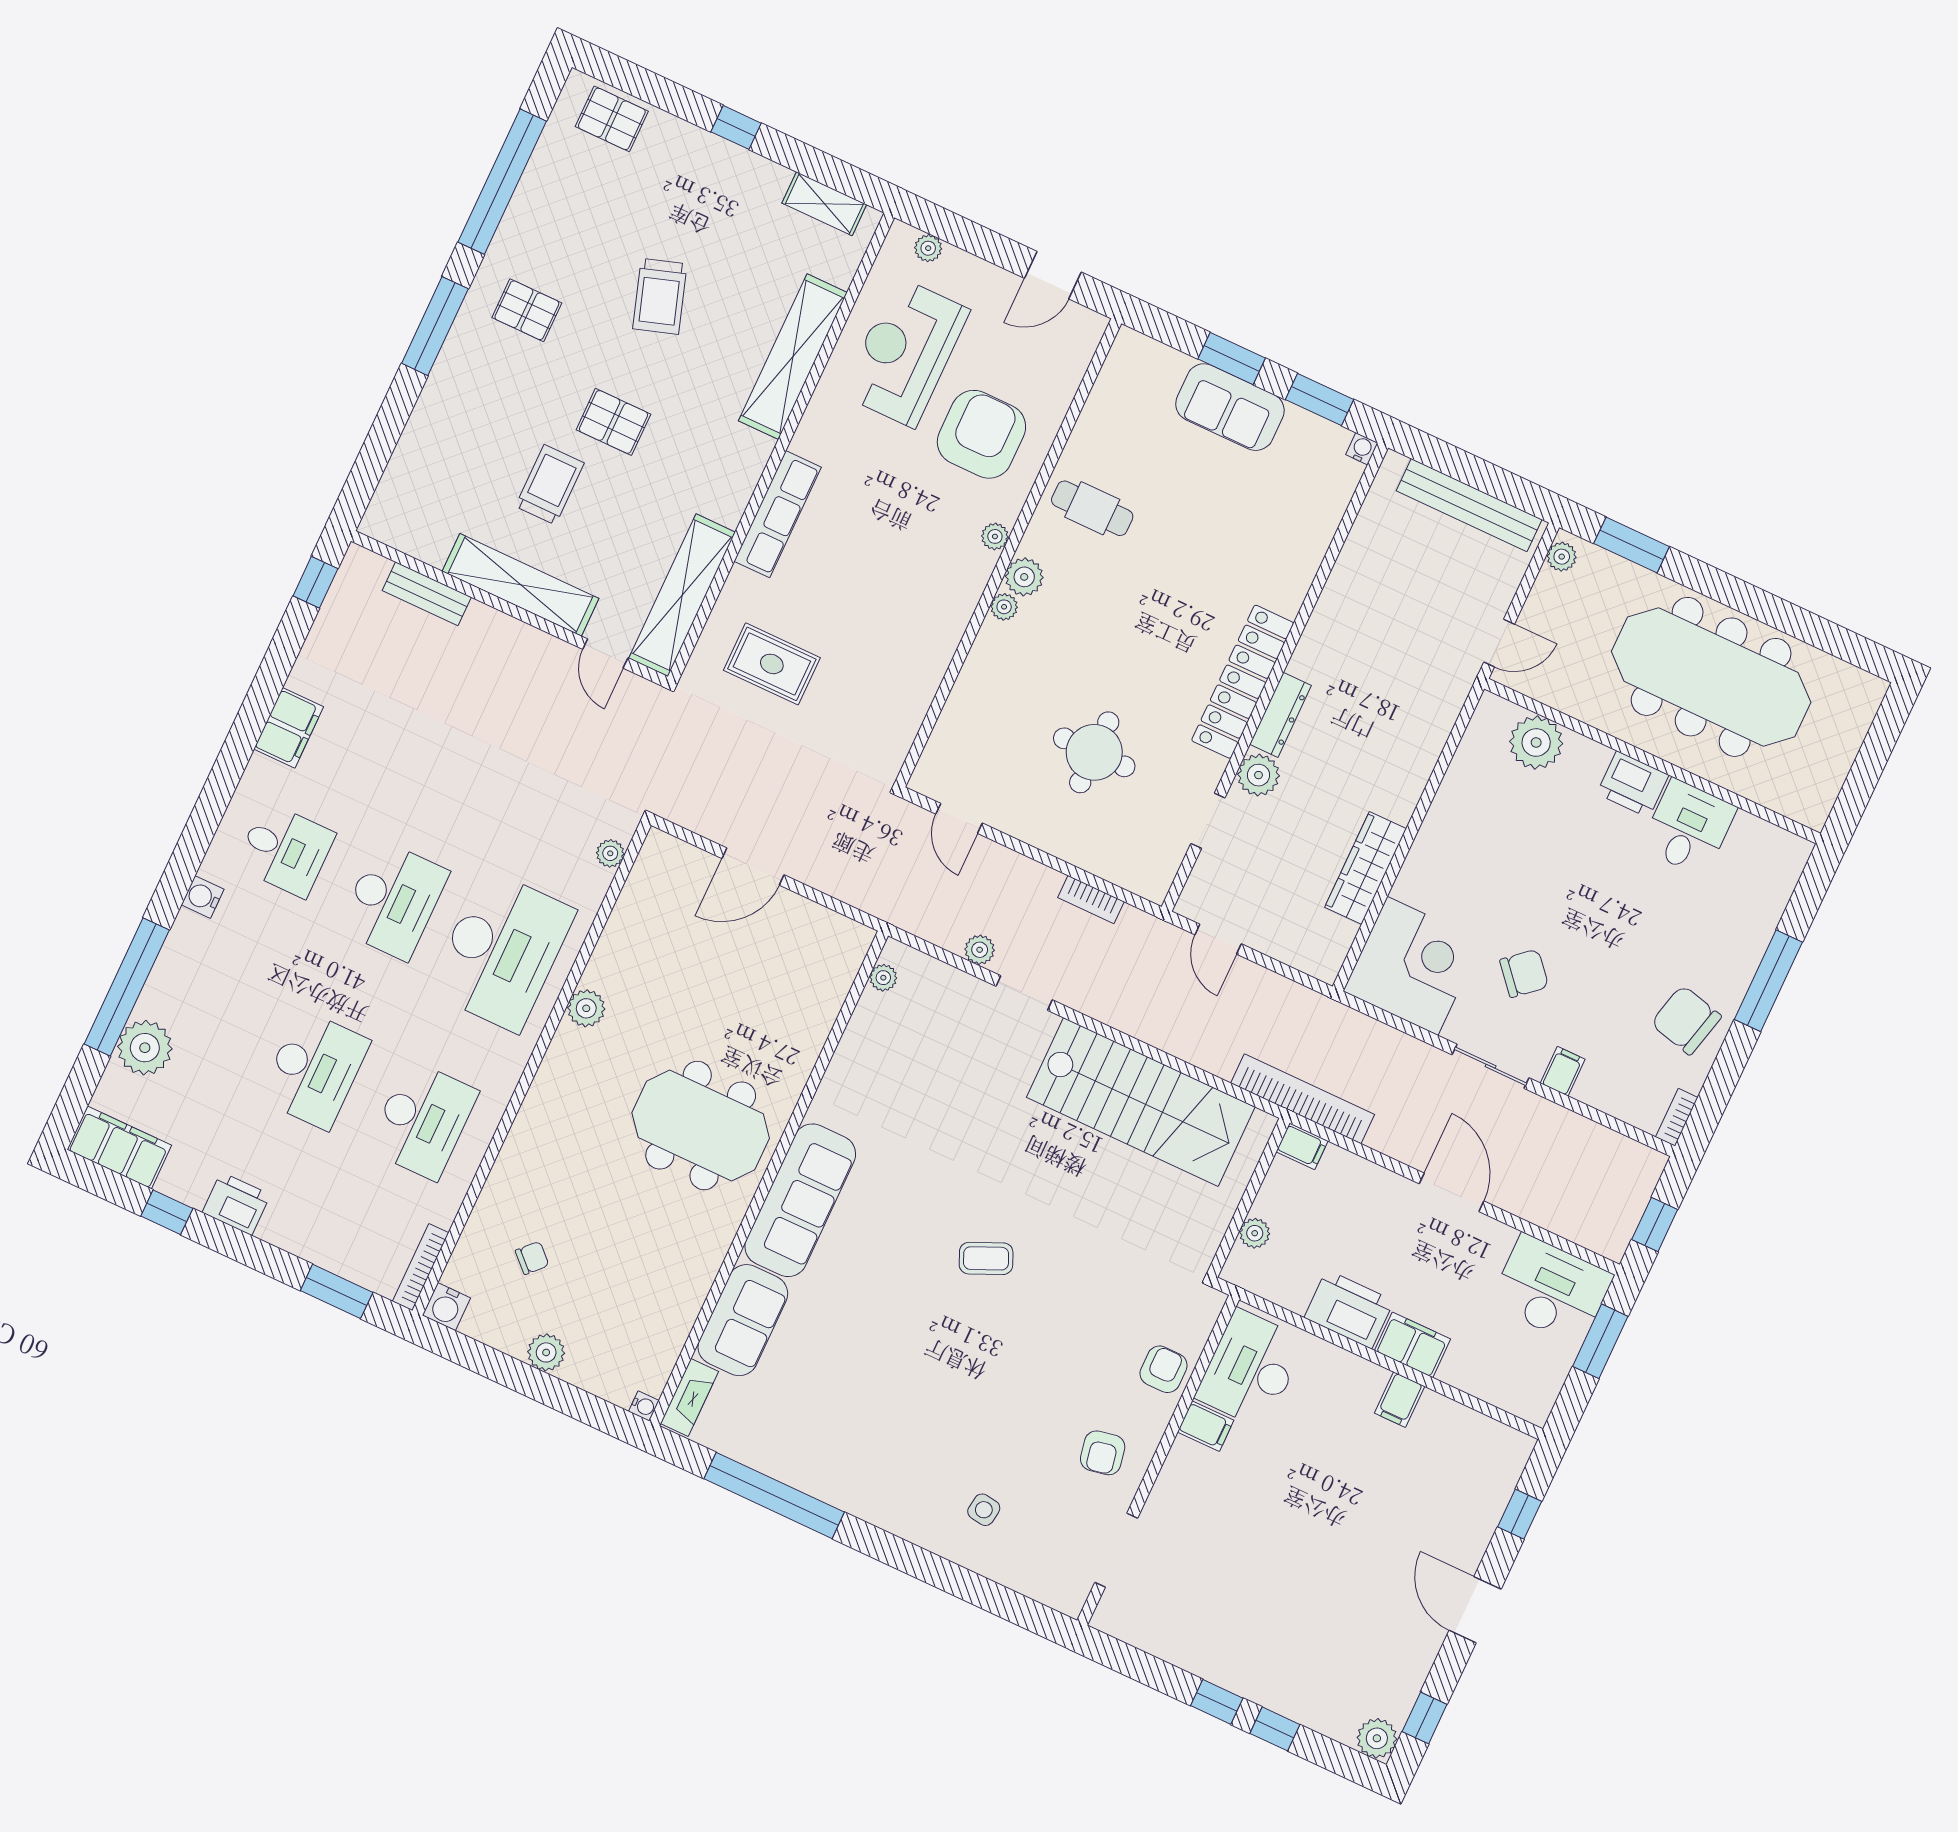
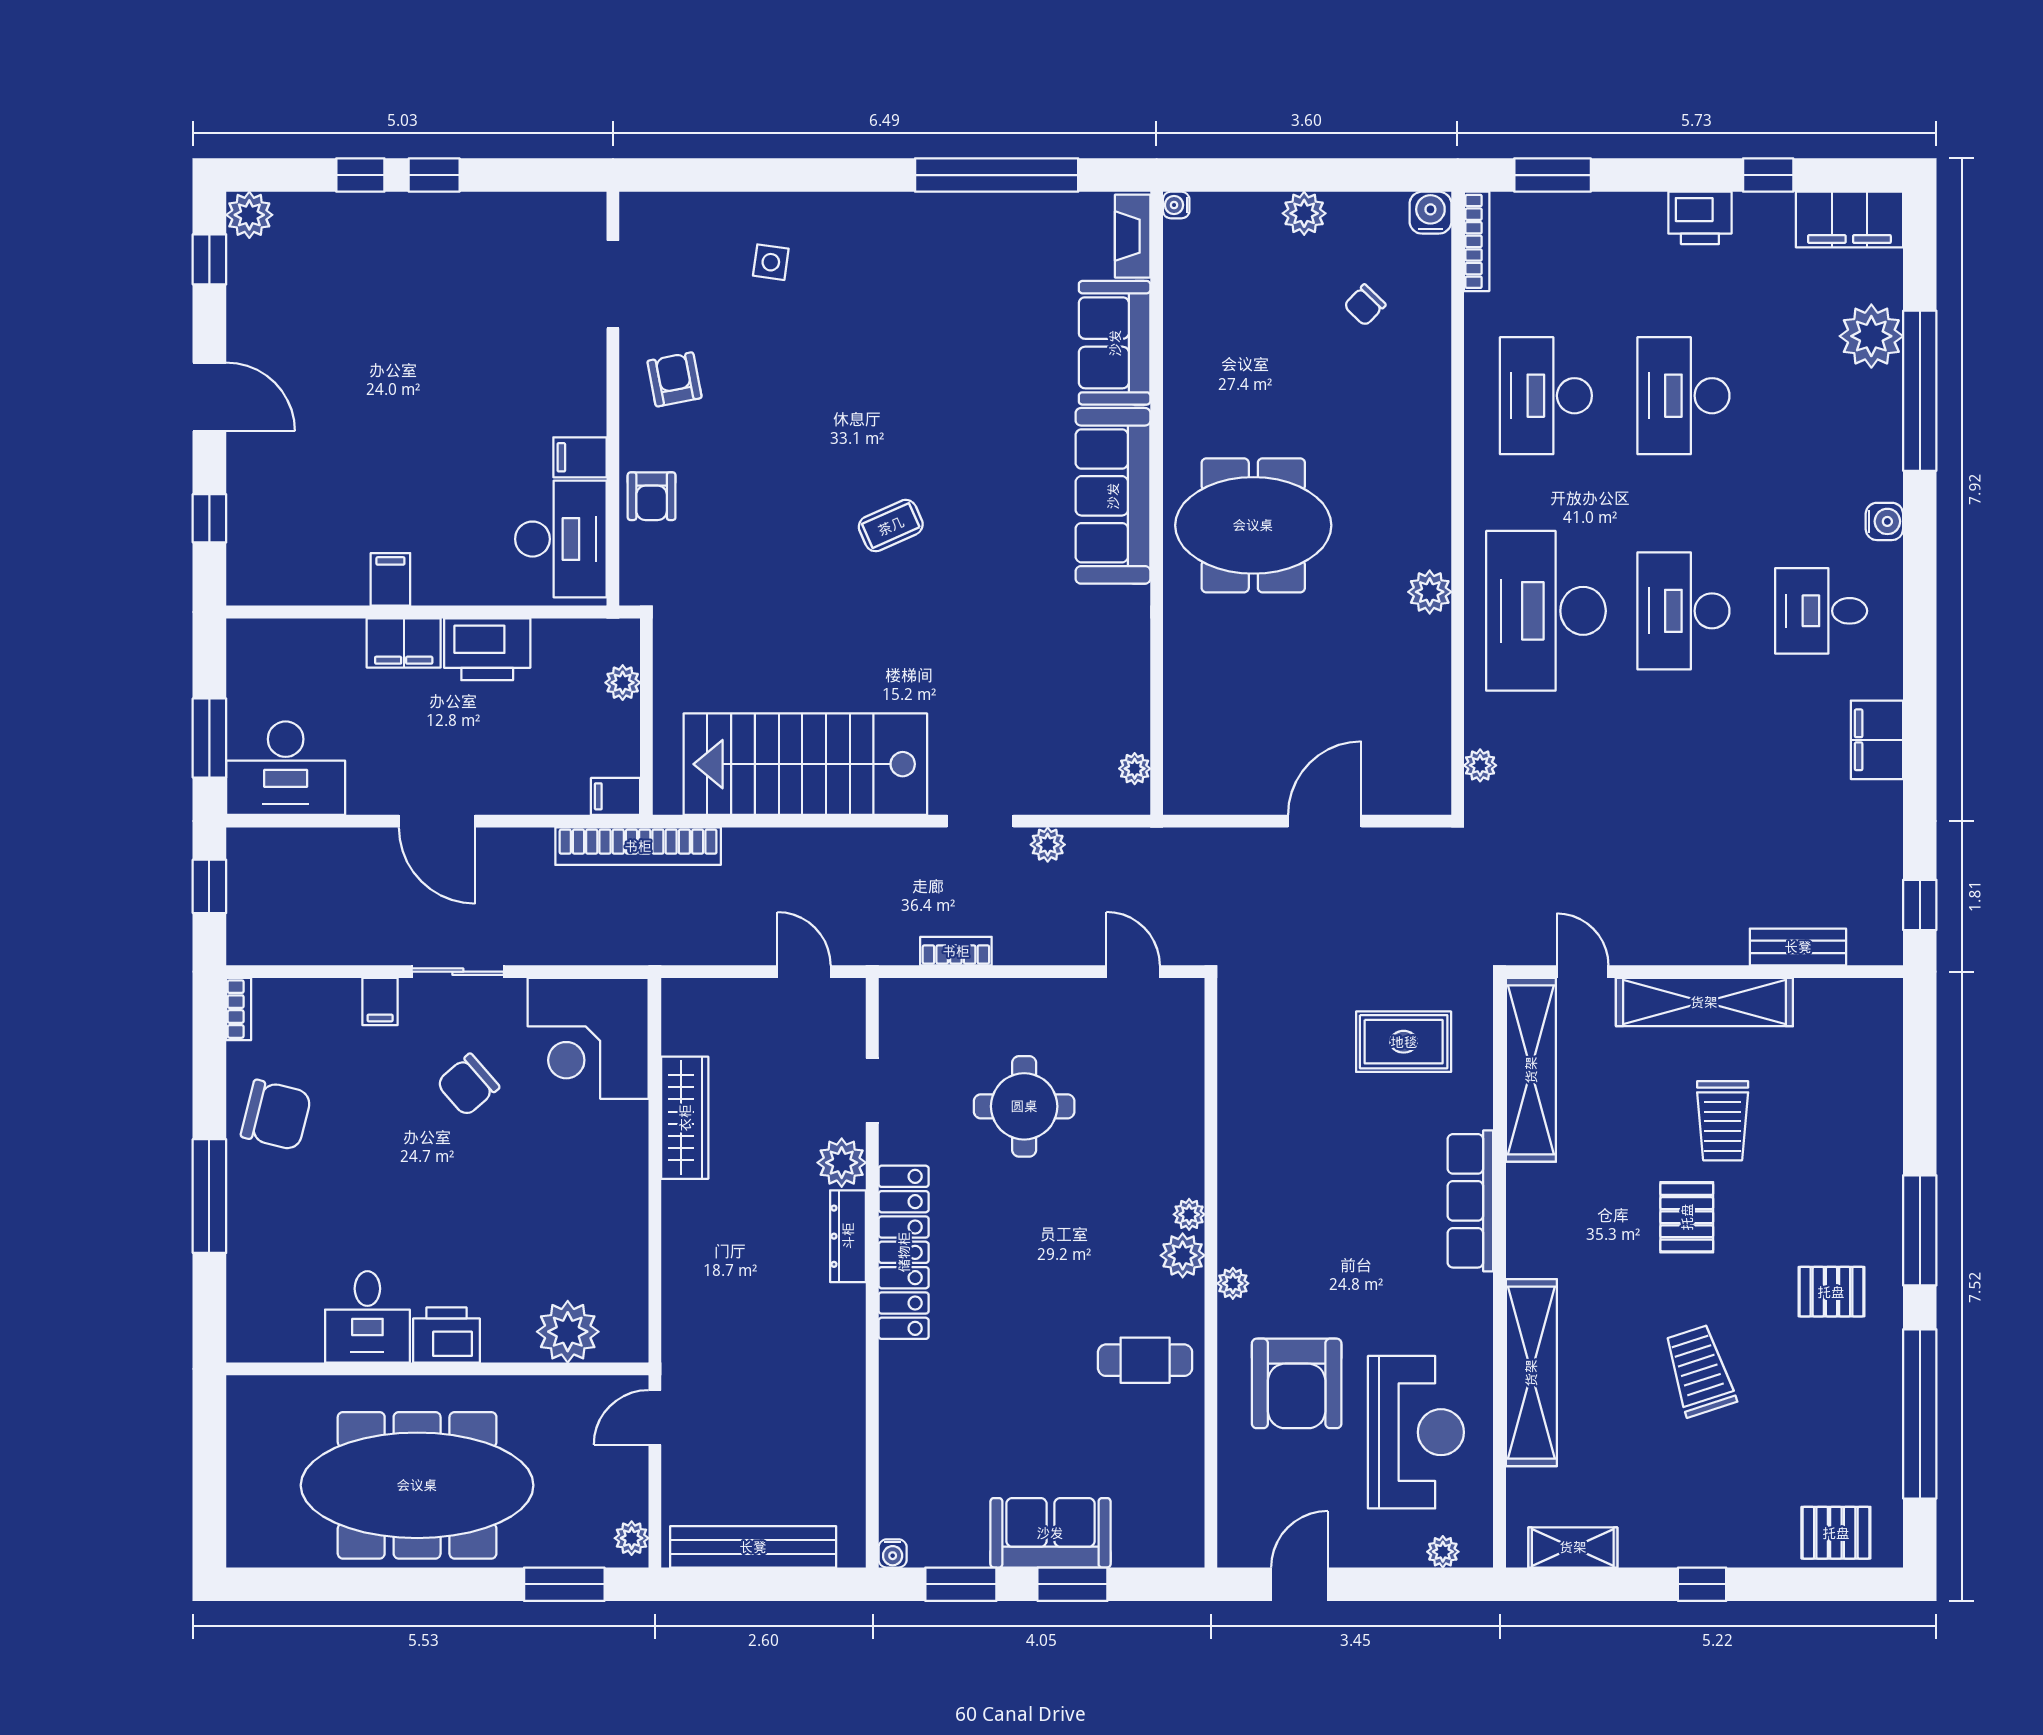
pallet: (613, 422) -> (1687, 1217), turned 90

